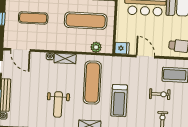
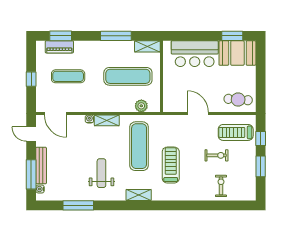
fridge: (122, 48) -> (171, 105), removed
treadmill: (119, 101) -> (171, 165), turned 180
weight bench: (58, 104) -> (101, 173), turned 180

